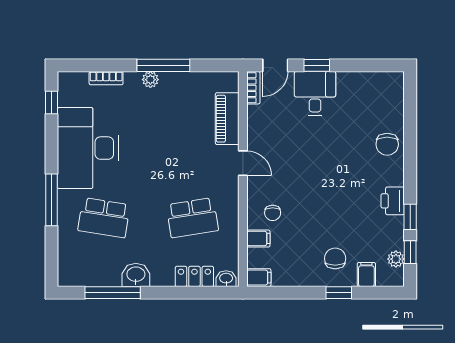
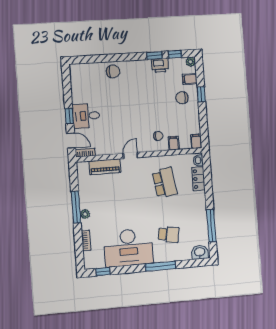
printer: (393, 201) -> (160, 65), moved
school desk: (104, 218) -> (168, 235), width x0.54
plant: (396, 259) -> (190, 62), moved
washbasin: (136, 275) -> (200, 252), moved, turned 90

